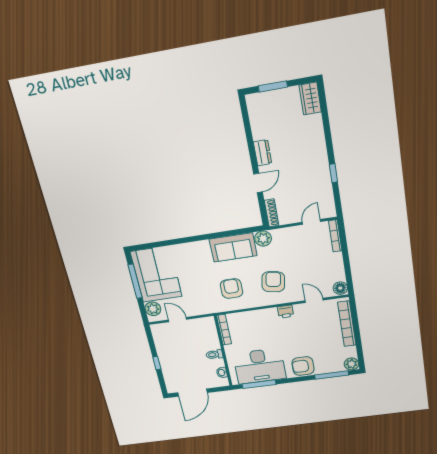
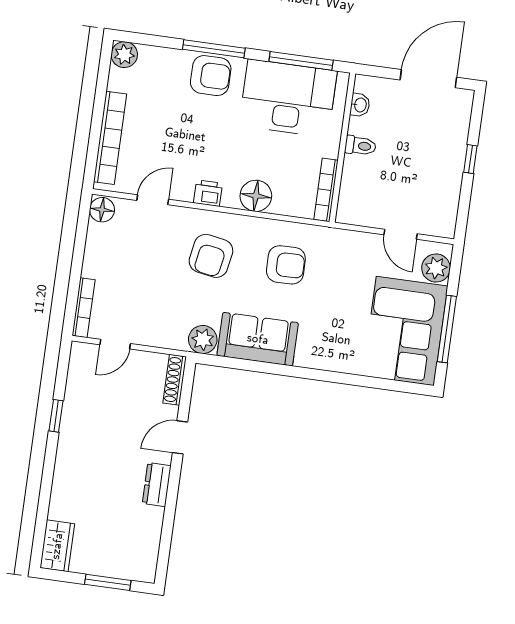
armchair: (232, 289) -> (286, 265), turned -91
door: (314, 300) -> (153, 200), swing flipped
floor lamp: (260, 317) -> (256, 196), added
window: (332, 375) -> (214, 49), moved

